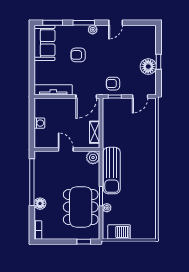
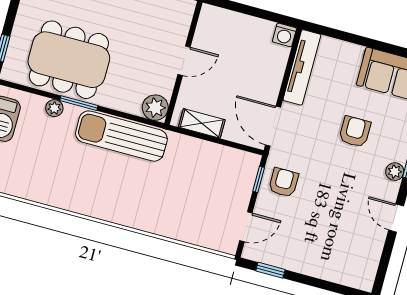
window: (158, 62) -> (270, 270), moved
floor lamp: (148, 67) -> (298, 257), removed
door: (140, 96) -> (246, 227), swing flipped
washing machine: (39, 123) -> (284, 35), moved

